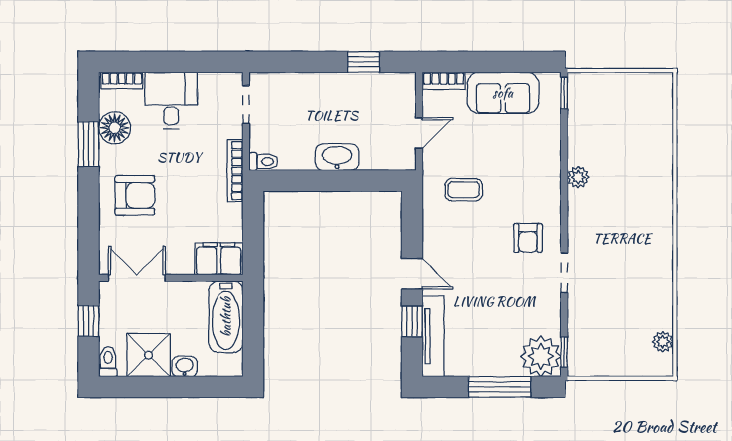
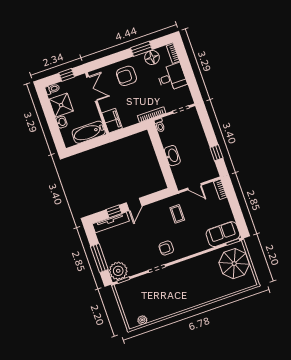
sofa: (503, 93) -> (223, 234), moved, turned 90
parasol: (611, 106) -> (234, 264), added
plant: (578, 177) -> (199, 260), removed
armchair: (135, 195) -> (126, 76), turned 90

